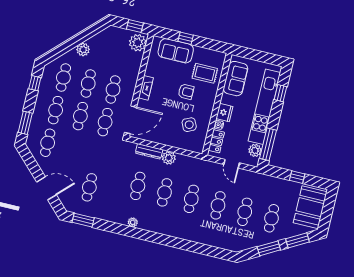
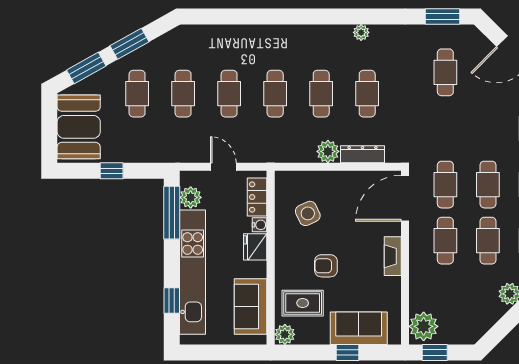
plant: (220, 58) -> (285, 334), added

